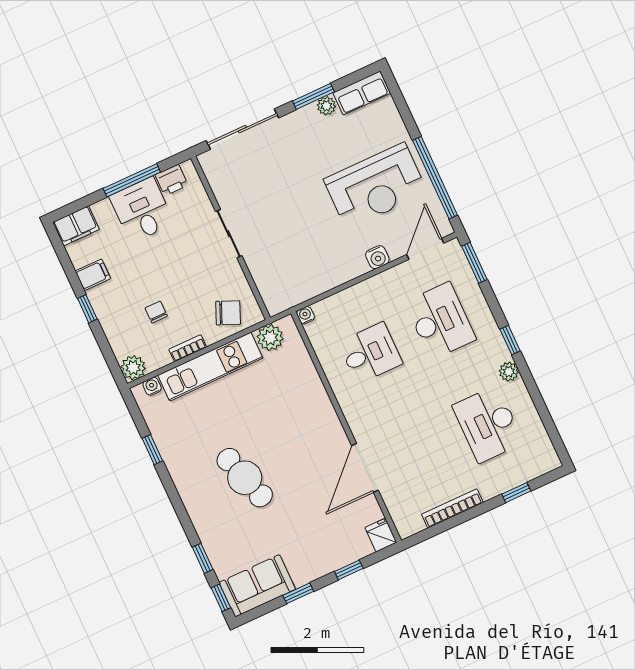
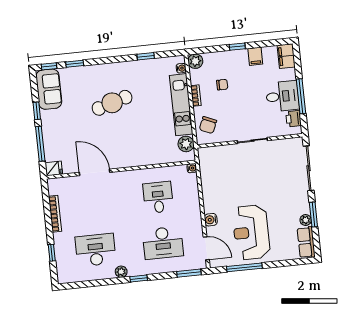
window: (435, 178) -> (244, 267), width x0.68
desk: (370, 353) -> (158, 197), turned 180
window: (349, 570) -> (40, 144), width x2.17

